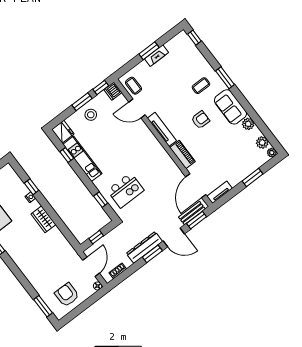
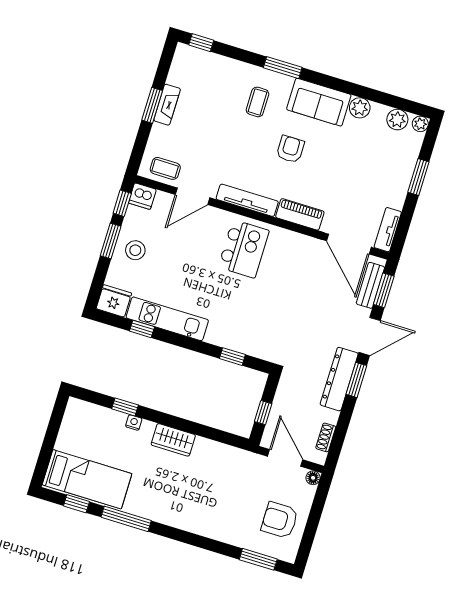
kitchen island: (125, 190) -> (244, 249), moved

